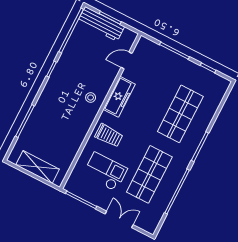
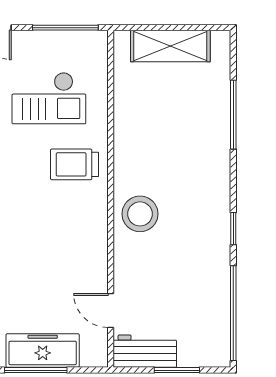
workbench: (101, 24) -> (145, 351), moved, width x0.73
door: (127, 60) -> (111, 310), swing flipped
freezer: (119, 97) -> (43, 351), moved, turned 90
stool: (91, 98) -> (140, 214), width x1.89, depth x1.89

